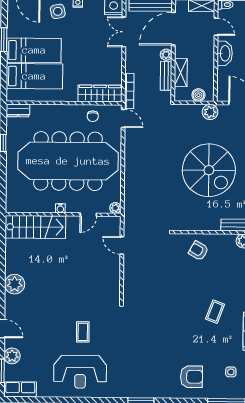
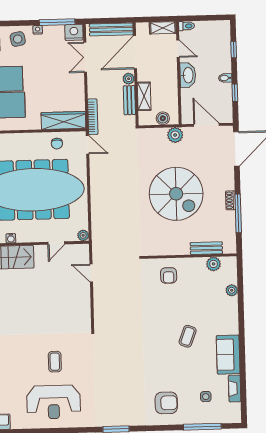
water cooler: (60, 208) -> (11, 238), moved
armchair: (198, 251) -> (169, 275), turned -120

